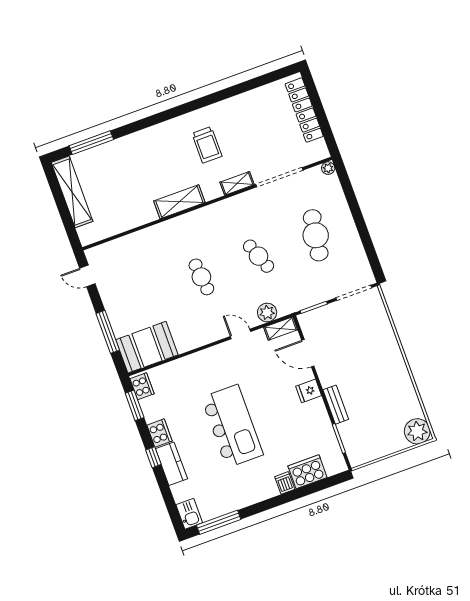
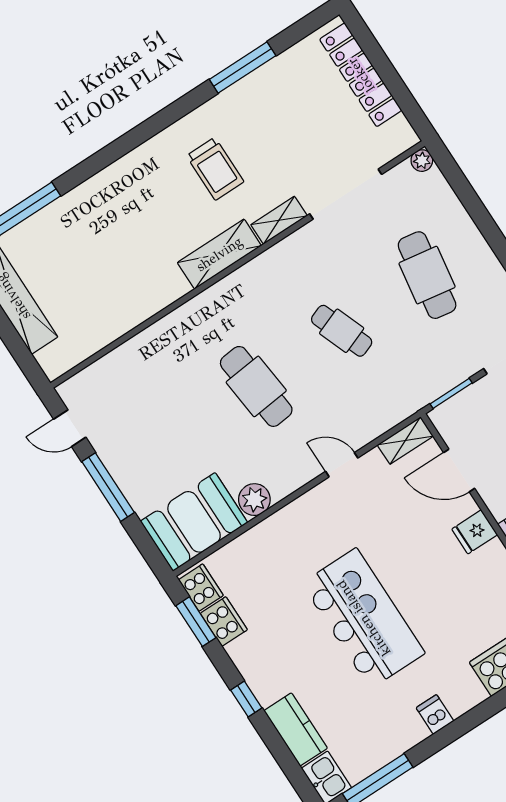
window: (237, 90) -> (243, 67), added
shelving: (179, 202) -> (219, 254), moved
cafe table: (201, 277) -> (256, 386), width x1.37, depth x1.35
plant: (267, 313) -> (254, 500), moved
window: (108, 332) -> (108, 487), moved
cooker: (159, 433) -> (224, 622), moved
kitchen counter: (171, 464) -> (296, 729), moved
dishwasher: (285, 483) -> (435, 714), moved

